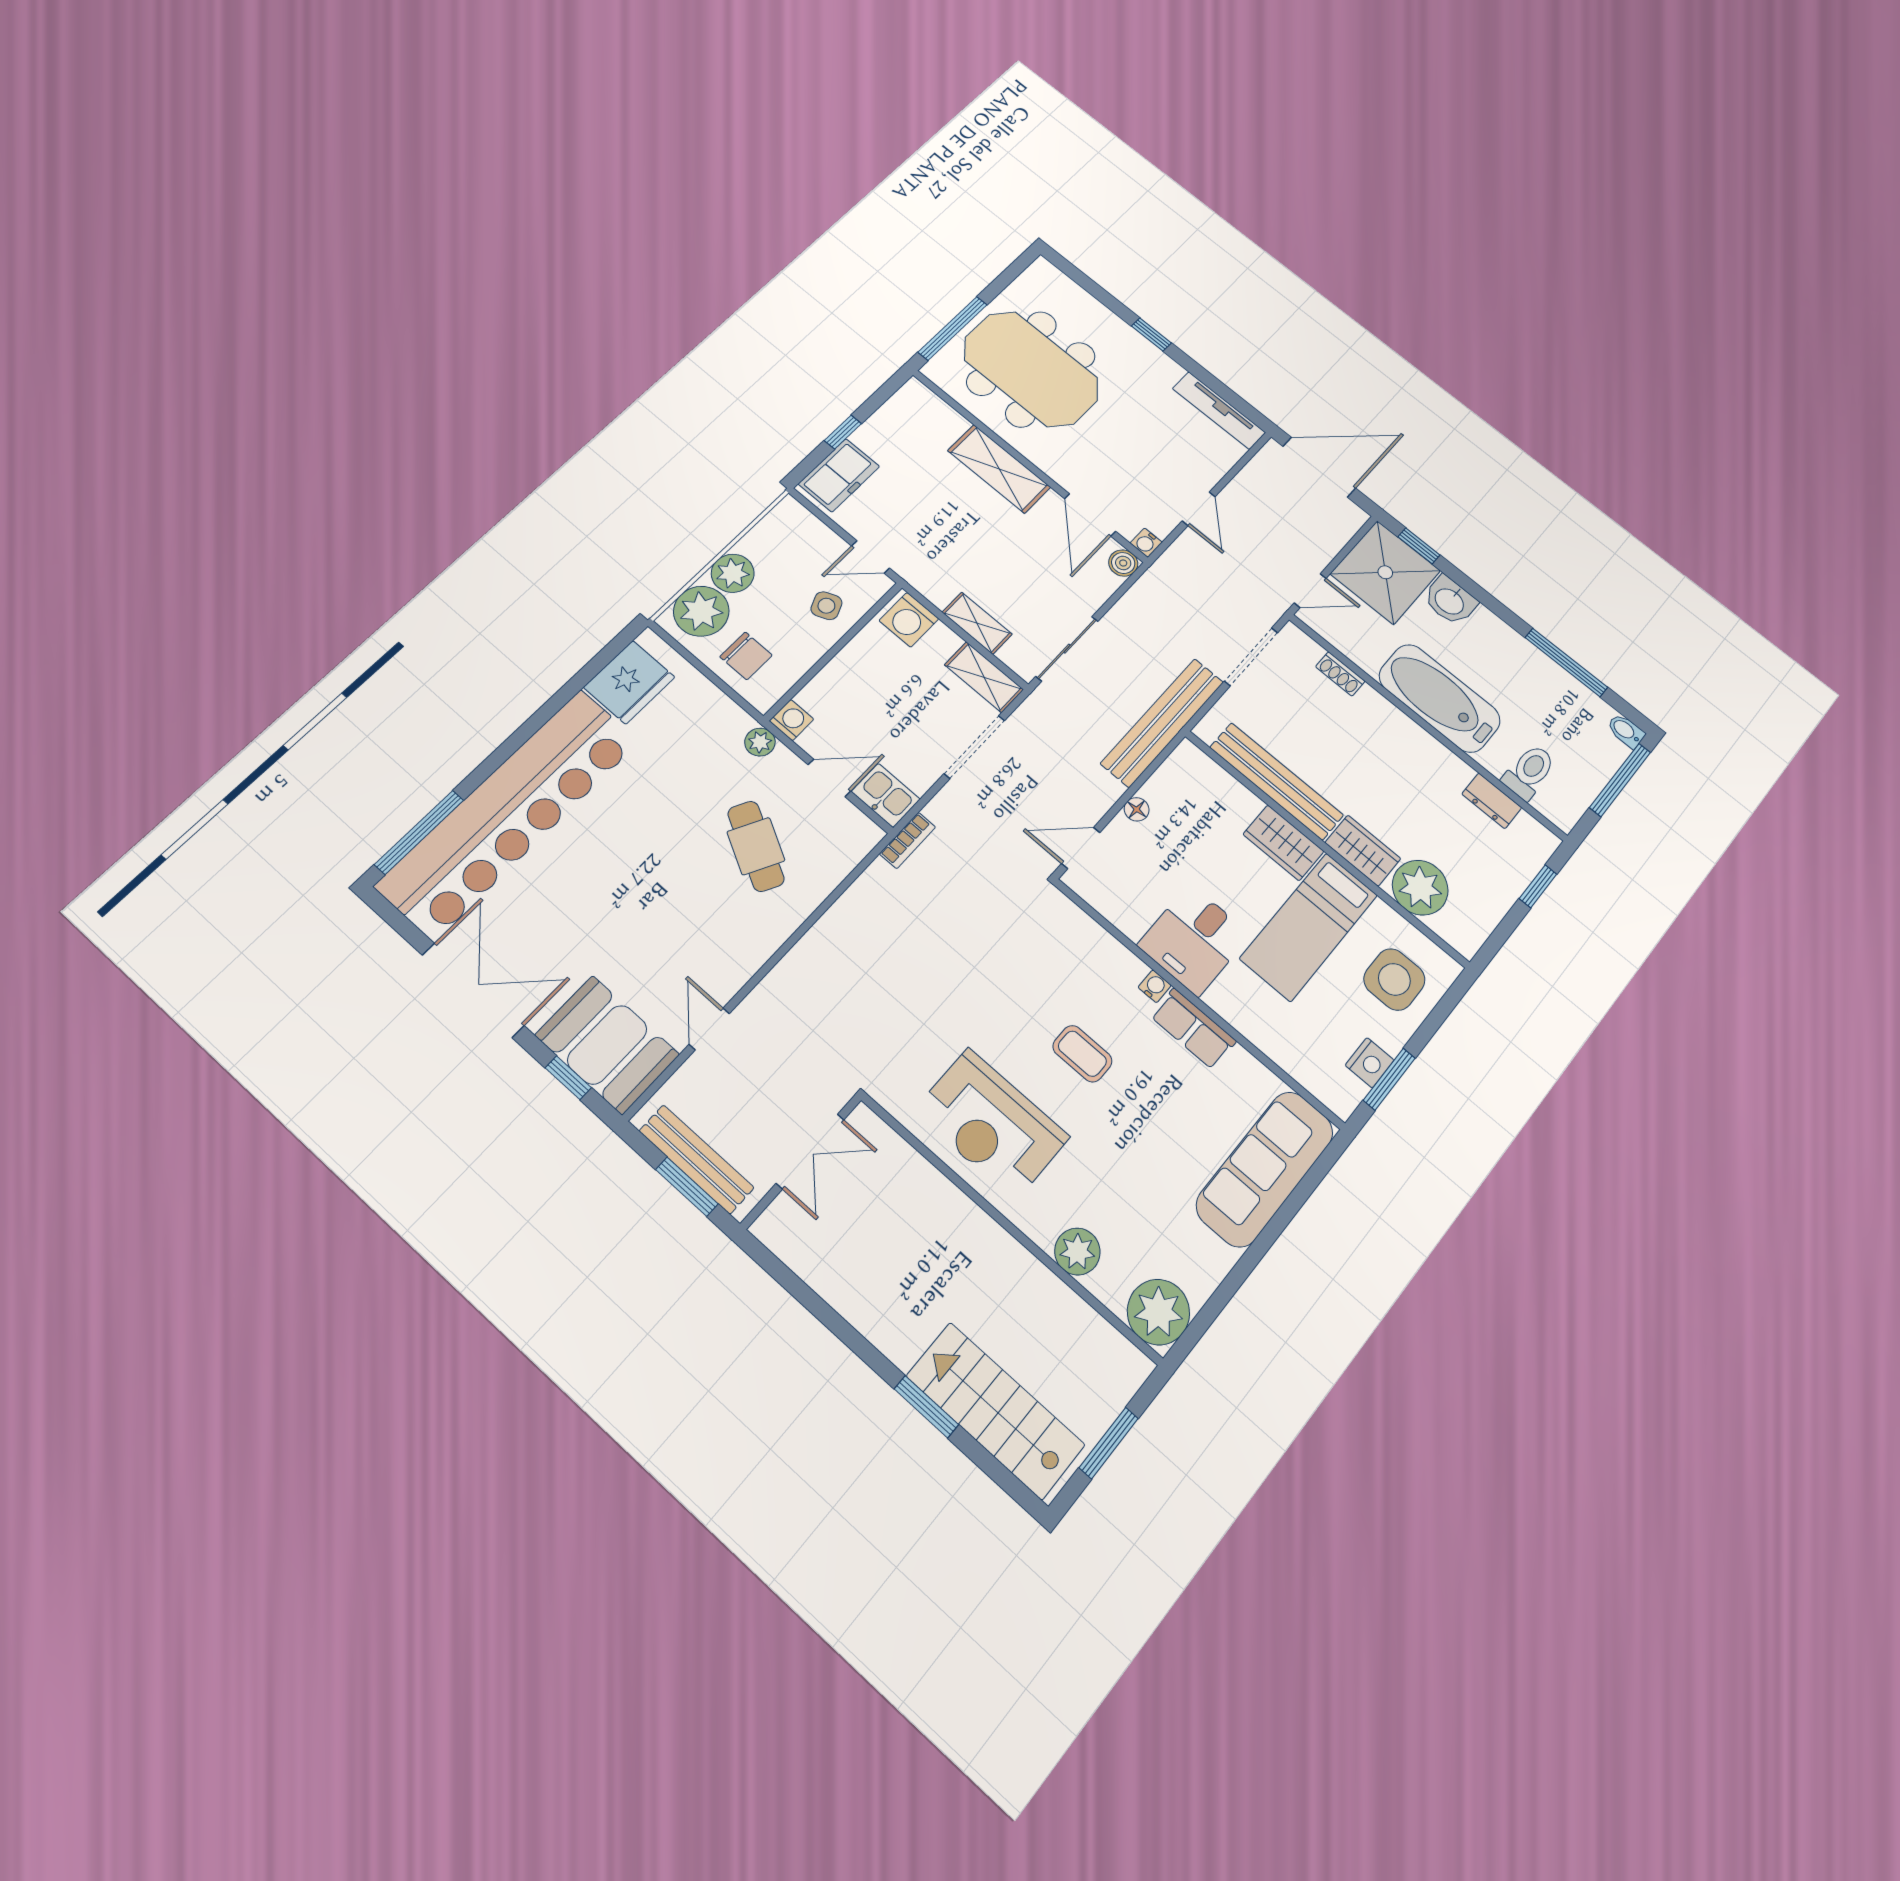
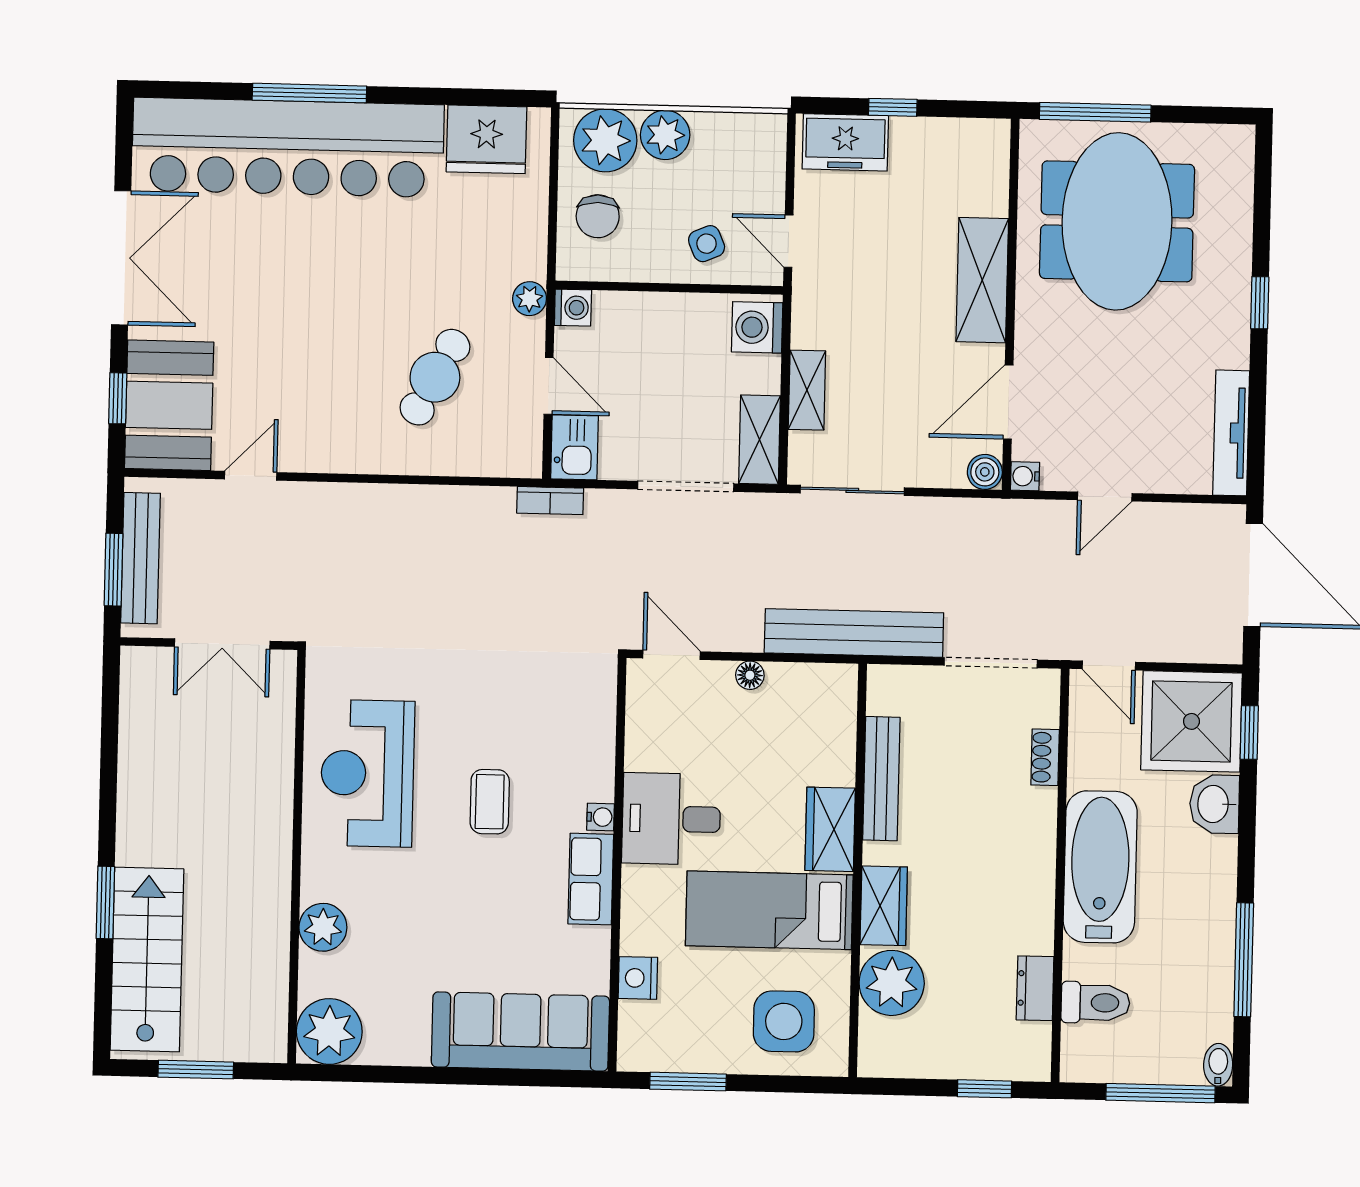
bench: (1276, 781) -> (881, 779), width x0.73, depth x0.82
window: (419, 832) -> (309, 93), moved
nightstand: (1370, 1063) -> (638, 978), moved, turned 90

